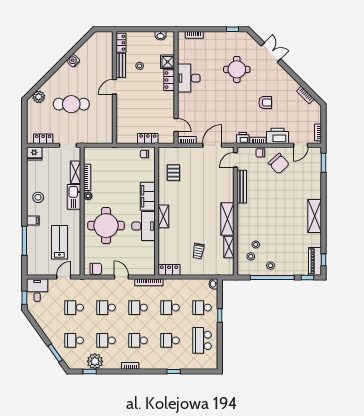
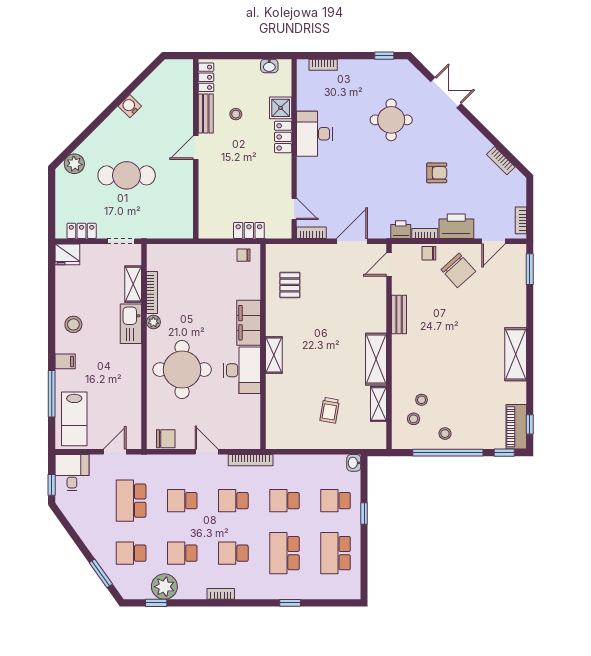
bench: (242, 187) -> (399, 314), width x0.73
lab bench: (59, 242) -> (74, 419), moved, turned 180
locker: (169, 270) -> (283, 440), removed
school desk: (74, 308) -> (131, 501), width x1.85
school desk: (170, 340) -> (284, 553), width x1.85

